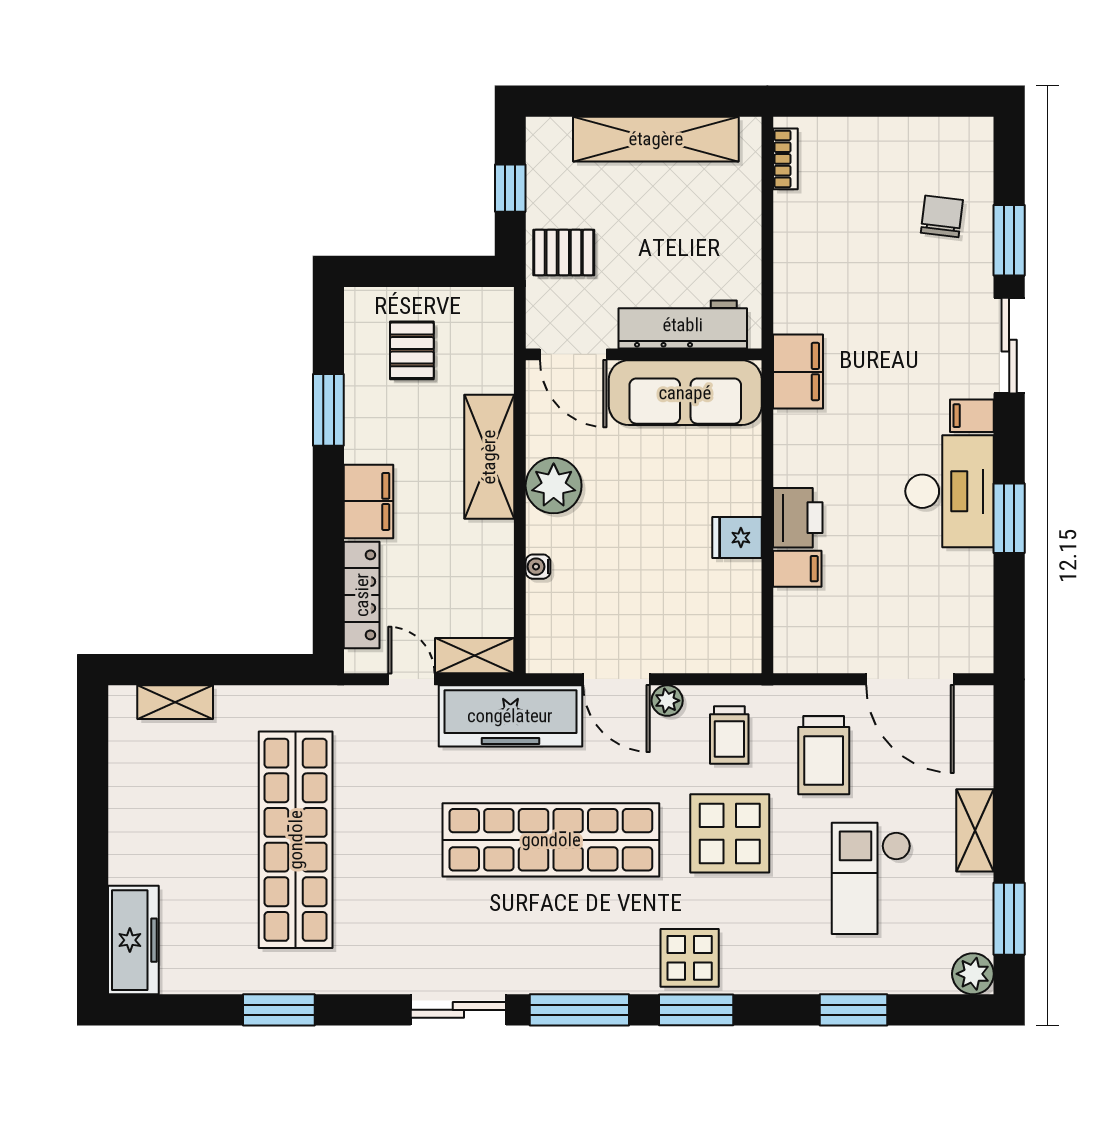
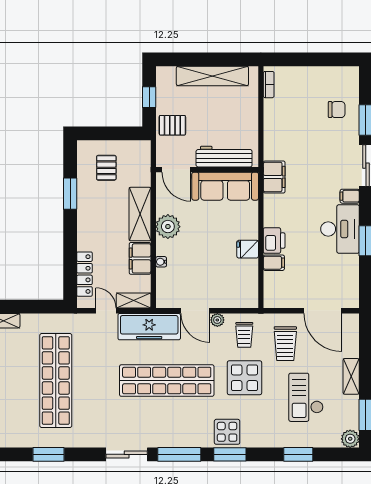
chair: (942, 216) -> (337, 110), turned 83
filing cabinet: (369, 501) -> (140, 258), moved, turned 180

